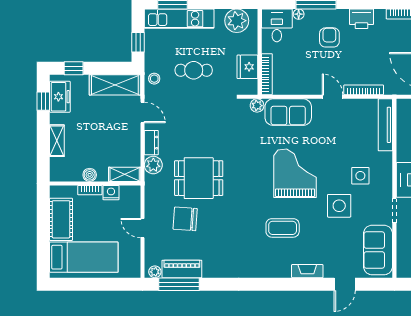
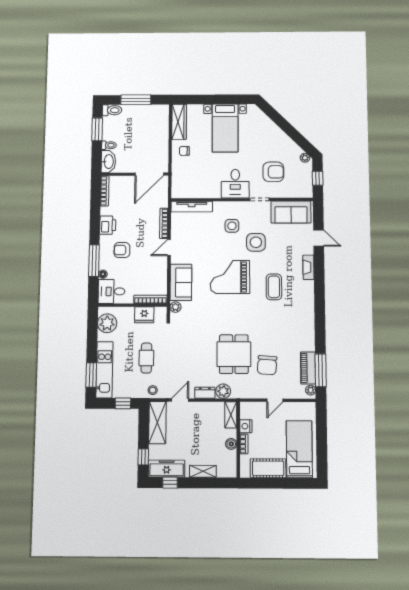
freezer: (60, 97) -> (167, 469), width x1.40

